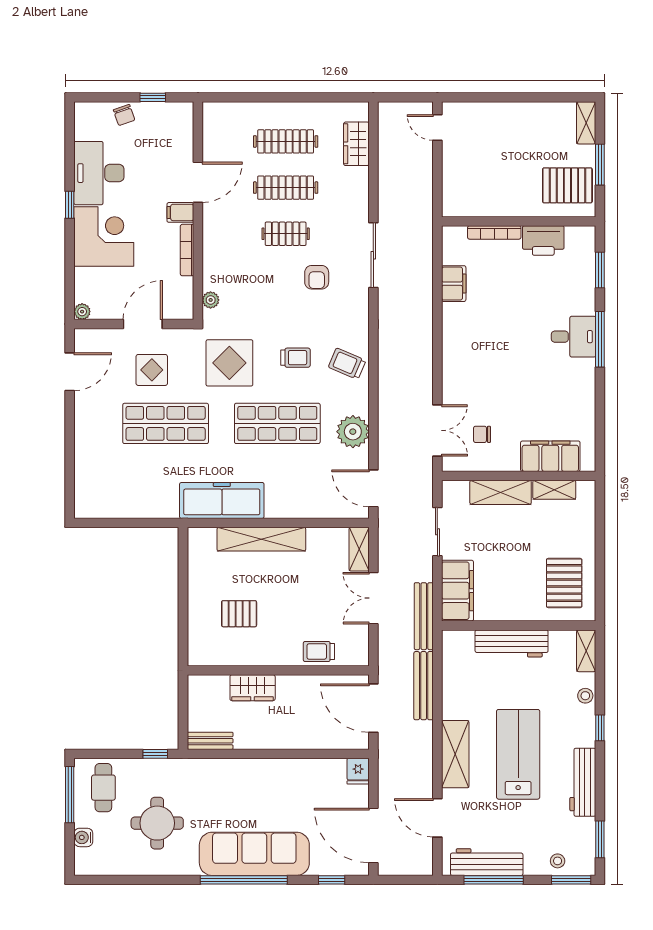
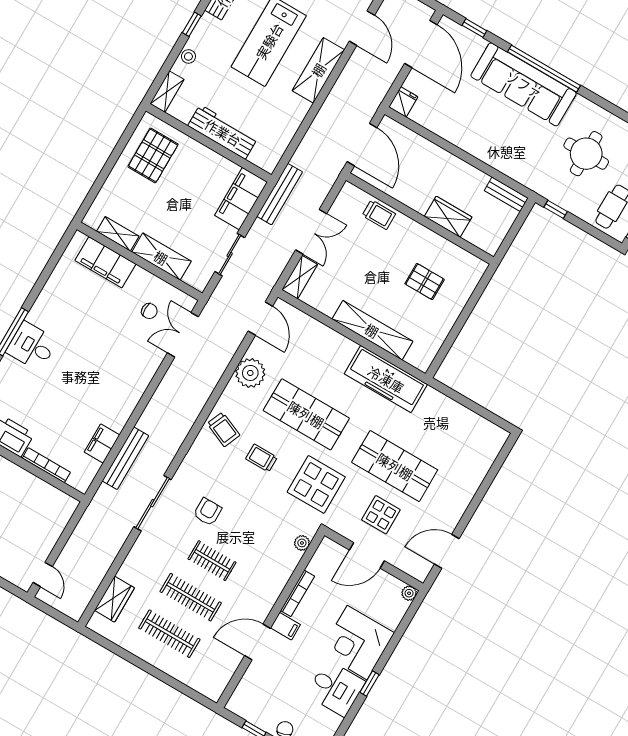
desk: (99, 173) -> (336, 688), width x0.73
bench: (424, 686) -> (125, 458), moved

